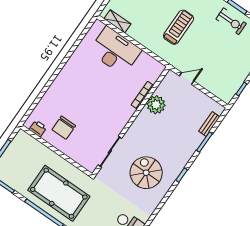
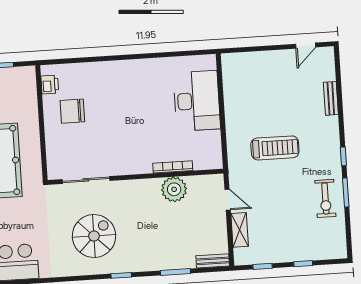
shelving: (117, 21) -> (240, 230), moved
bench: (209, 124) -> (213, 261), moved

